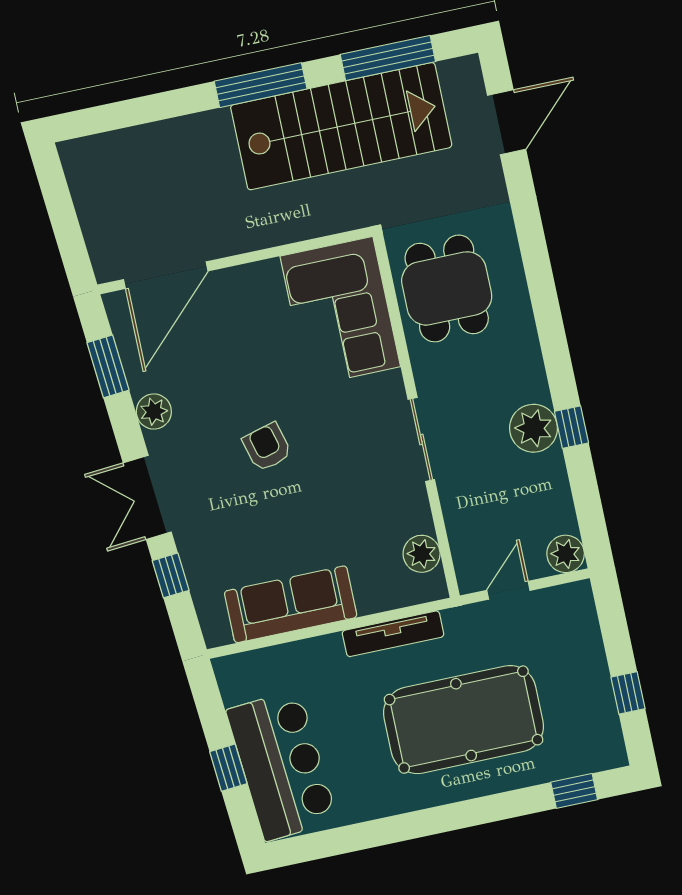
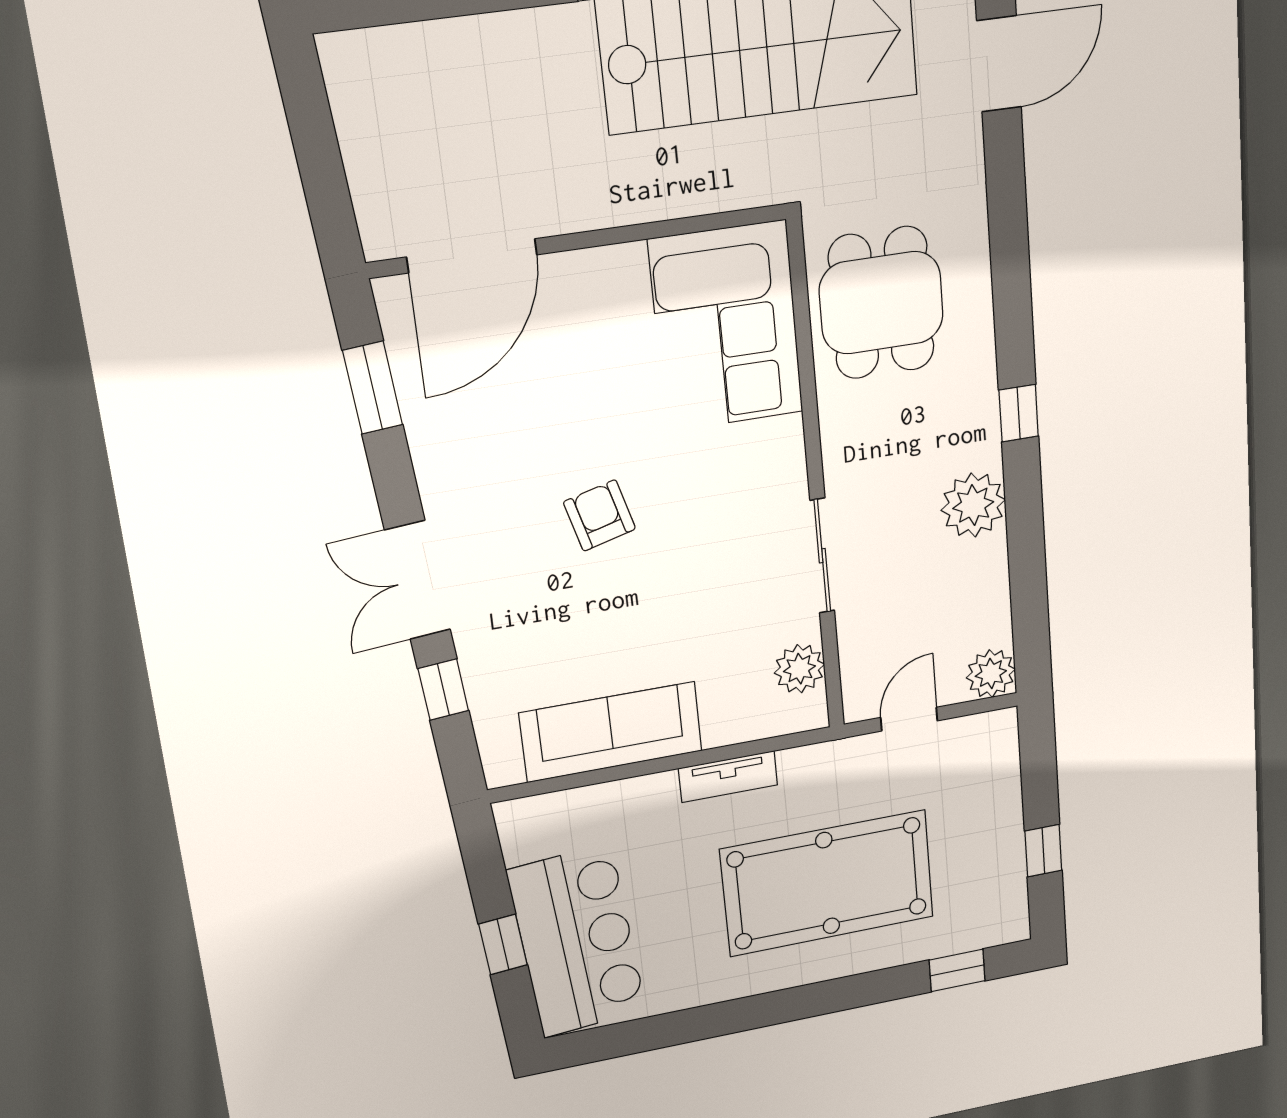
plant: (154, 412) -> (437, 457), removed
window: (571, 427) -> (1019, 413), moved
sliding door: (421, 439) -> (822, 556), moved
tv unit: (393, 634) -> (728, 777), width x0.71

